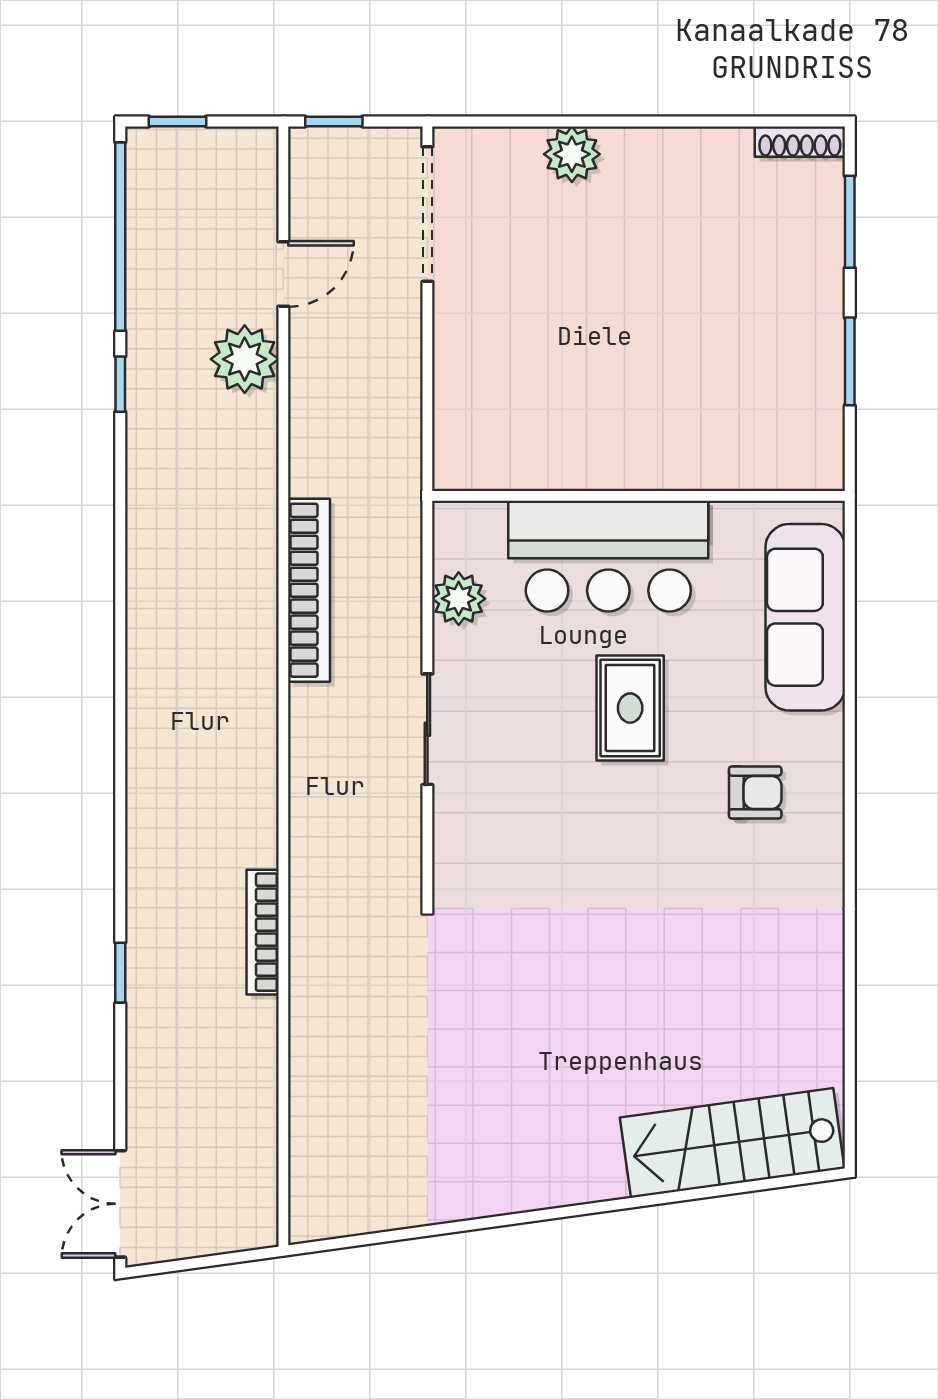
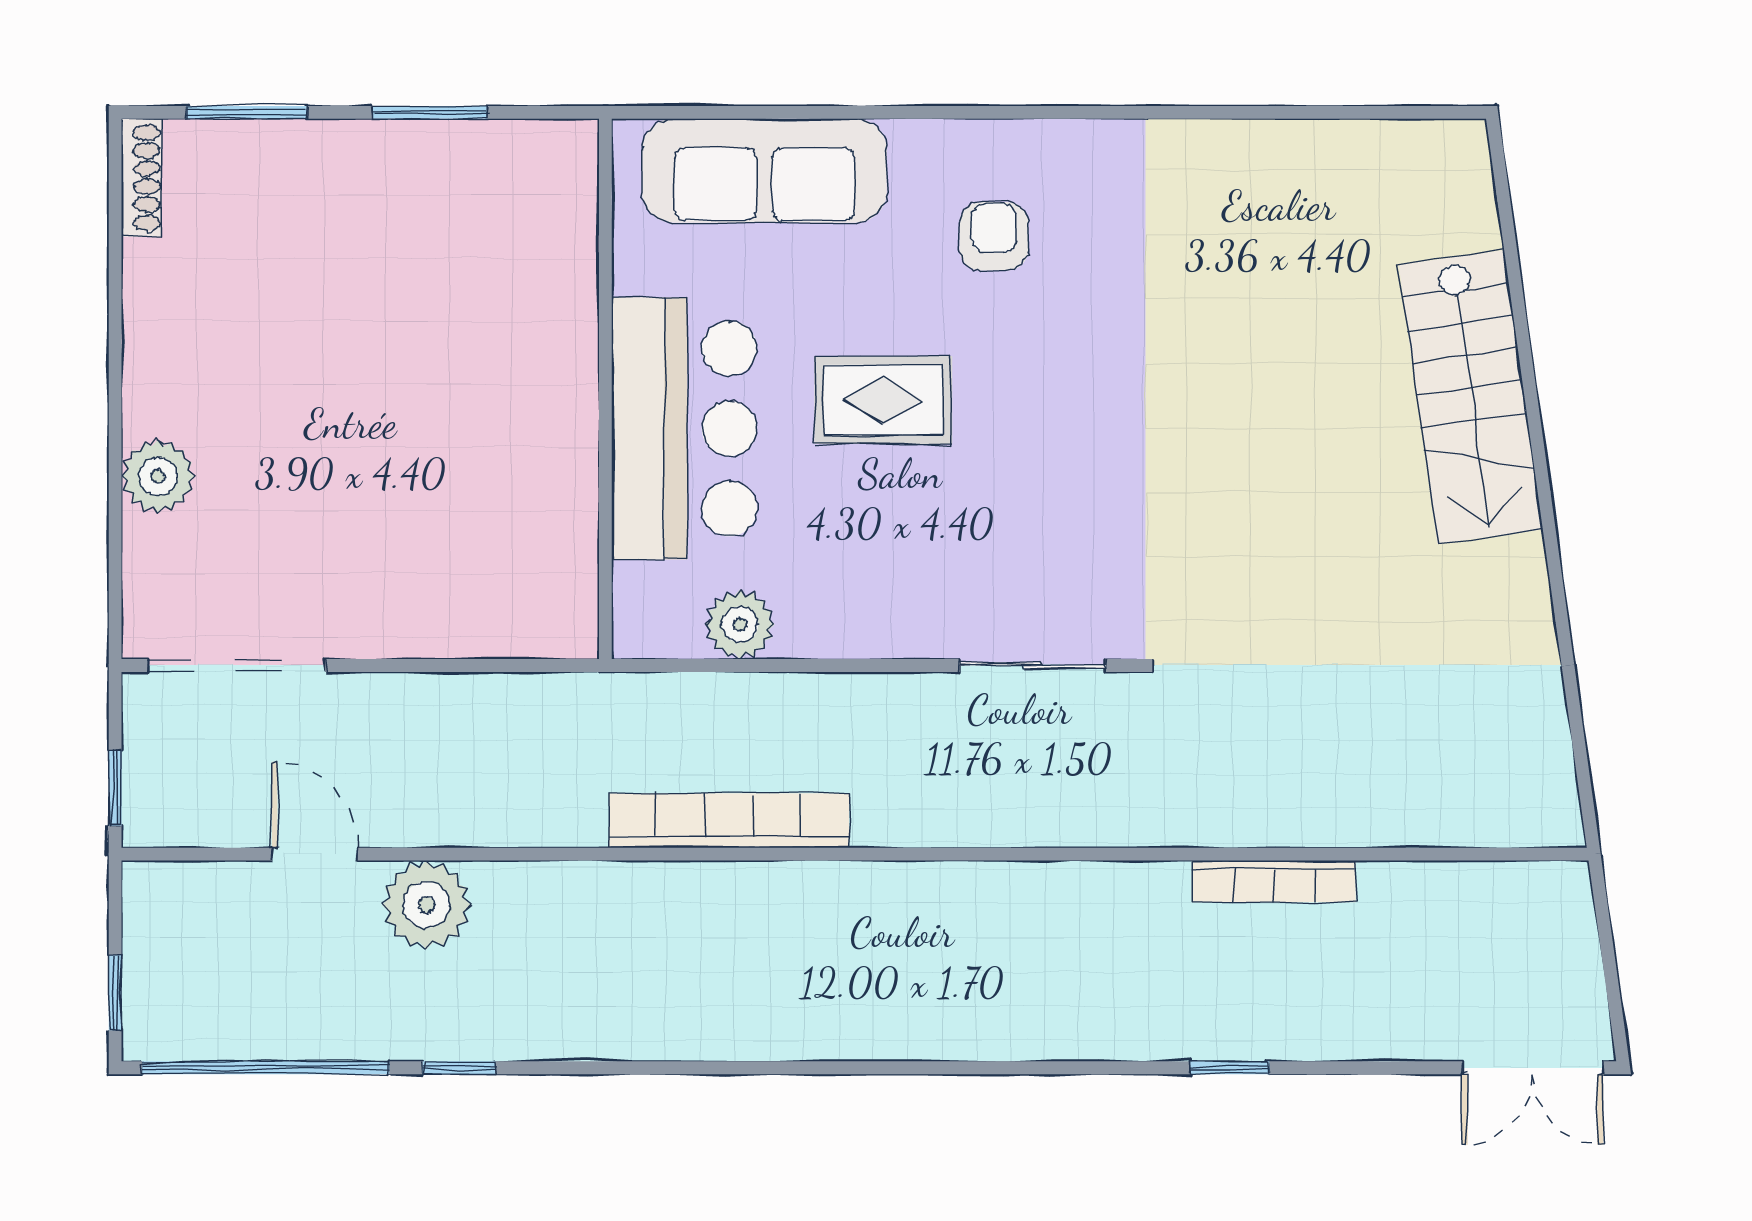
sliding door: (427, 729) -> (1033, 665), moved
bookcase: (263, 932) -> (1274, 881), moved
stairs: (732, 1143) -> (1471, 397), moved

